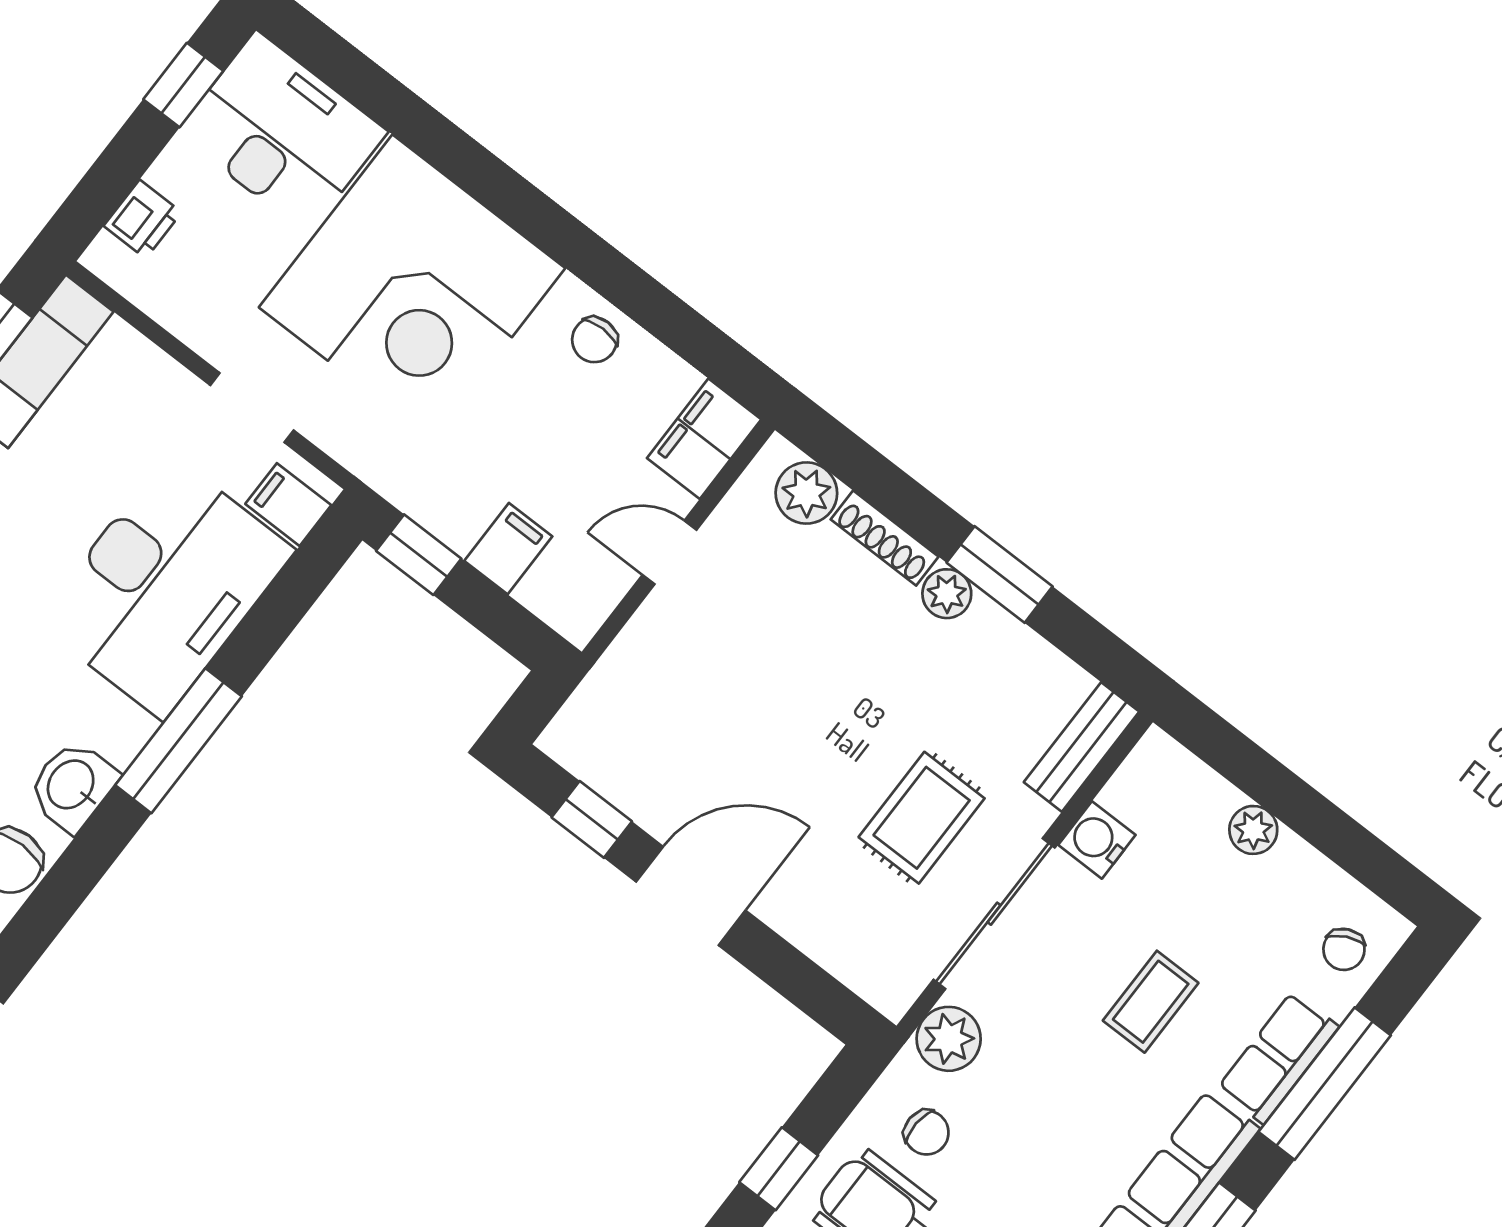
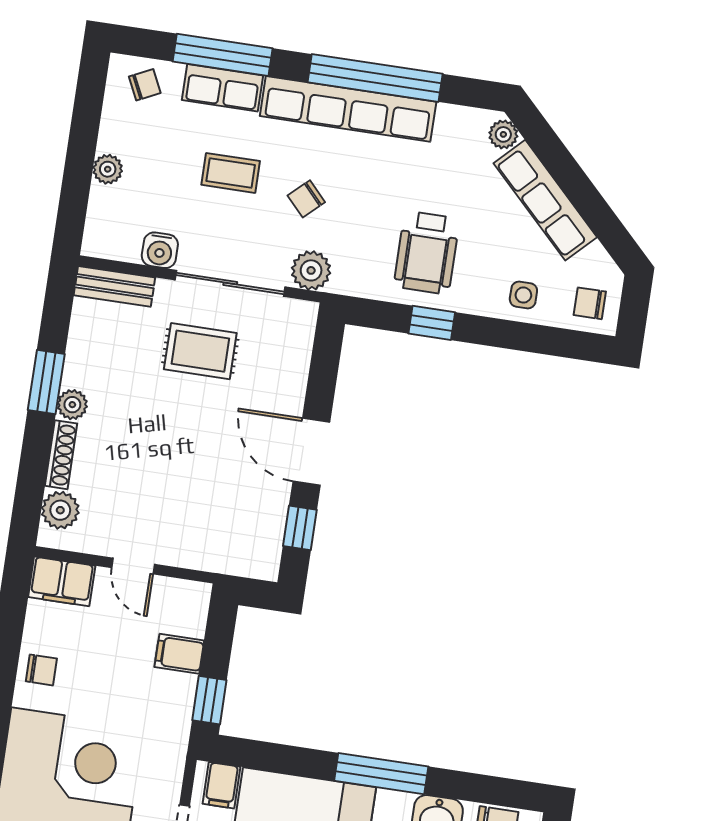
chair: (926, 1133) -> (306, 199), moved, turned -136

